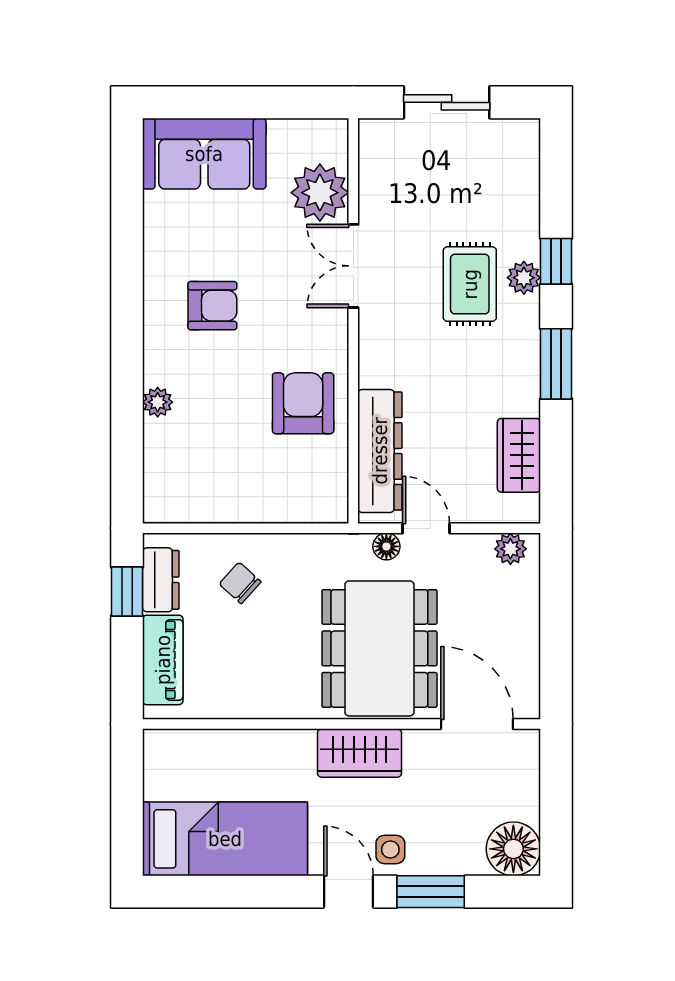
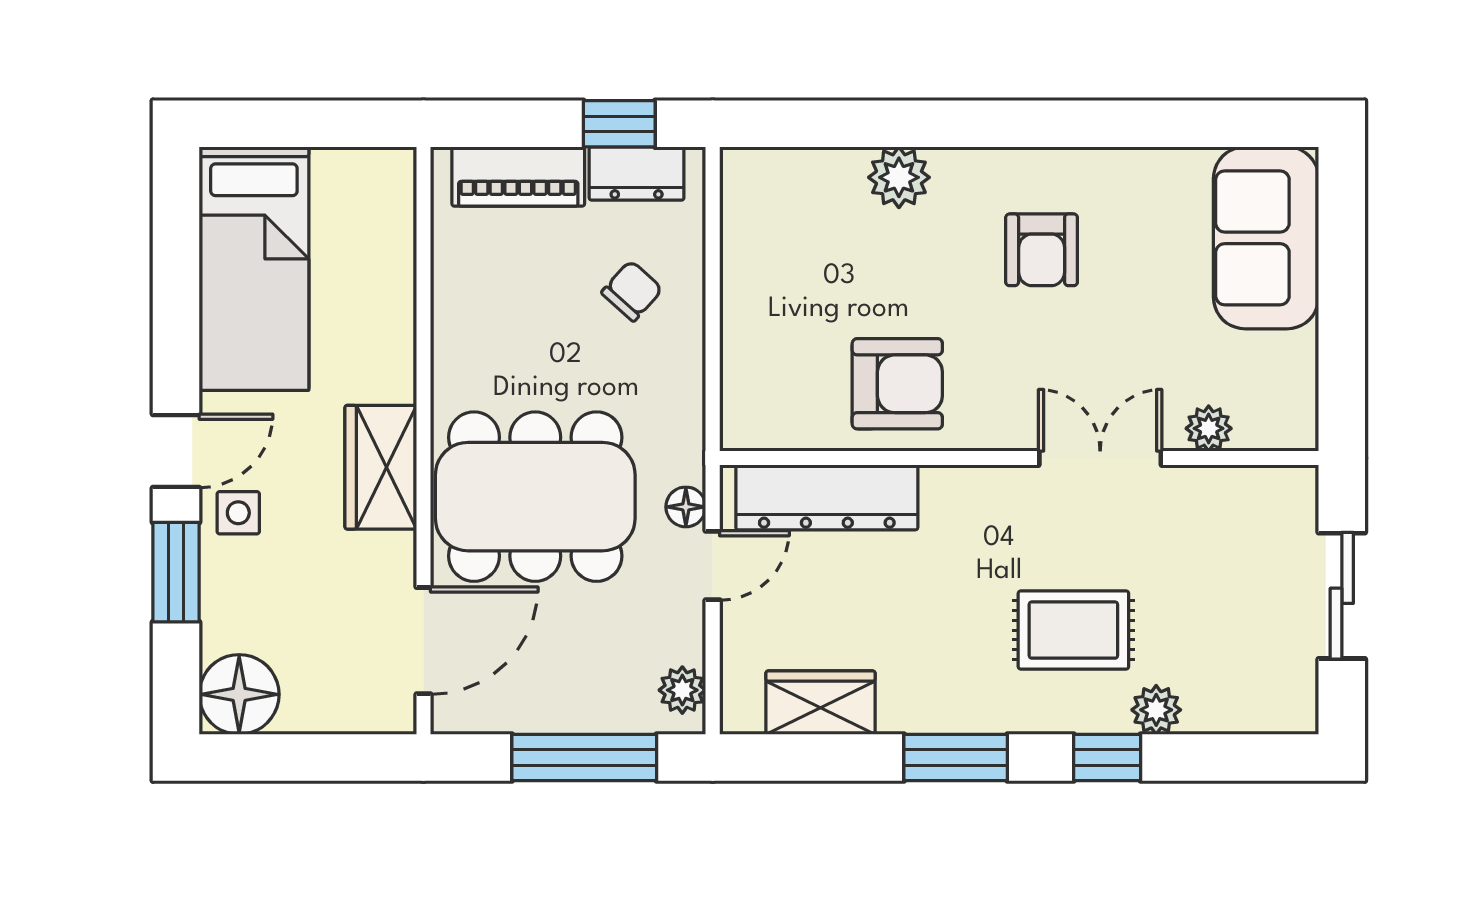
plant: (320, 193) -> (1209, 428), width x0.53, depth x0.53
plant: (524, 278) -> (1156, 710), moved
plant: (158, 402) -> (899, 177), width x1.38, depth x1.38
window: (556, 615) -> (584, 758), added

